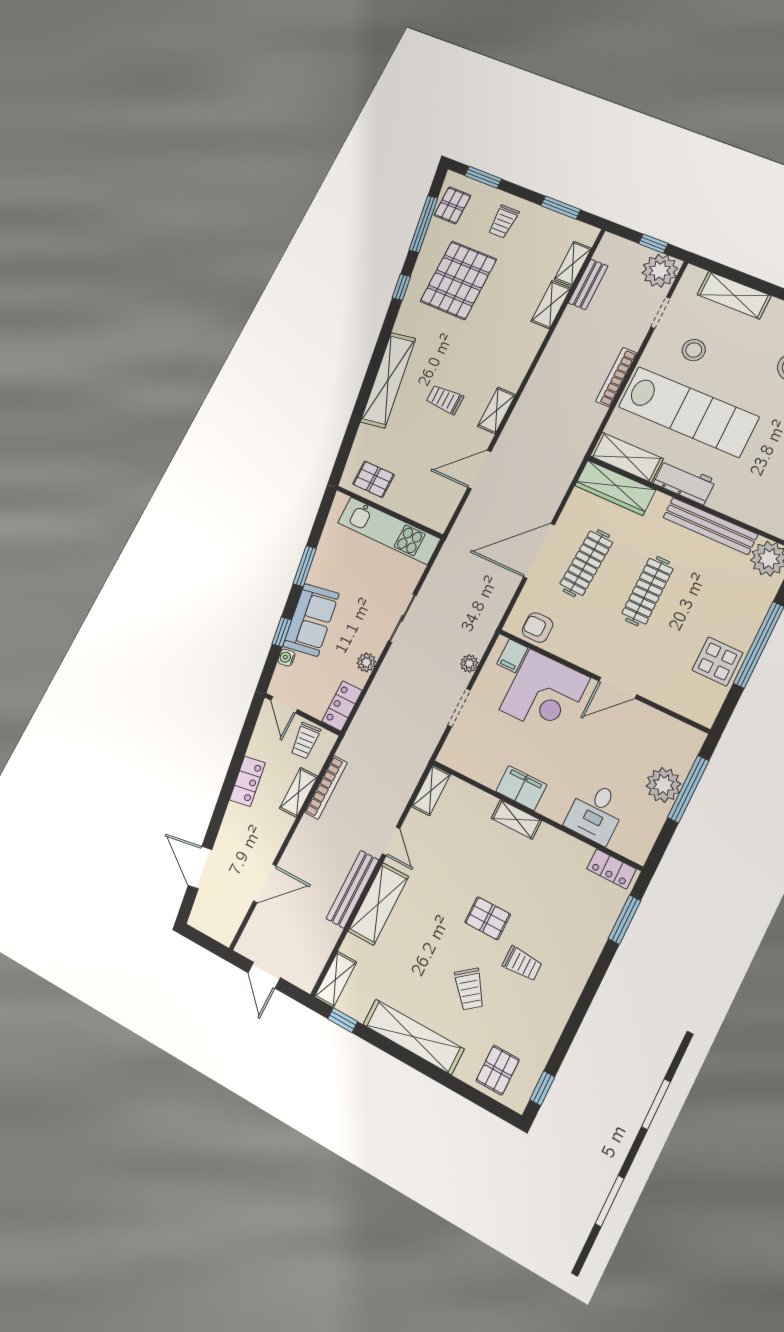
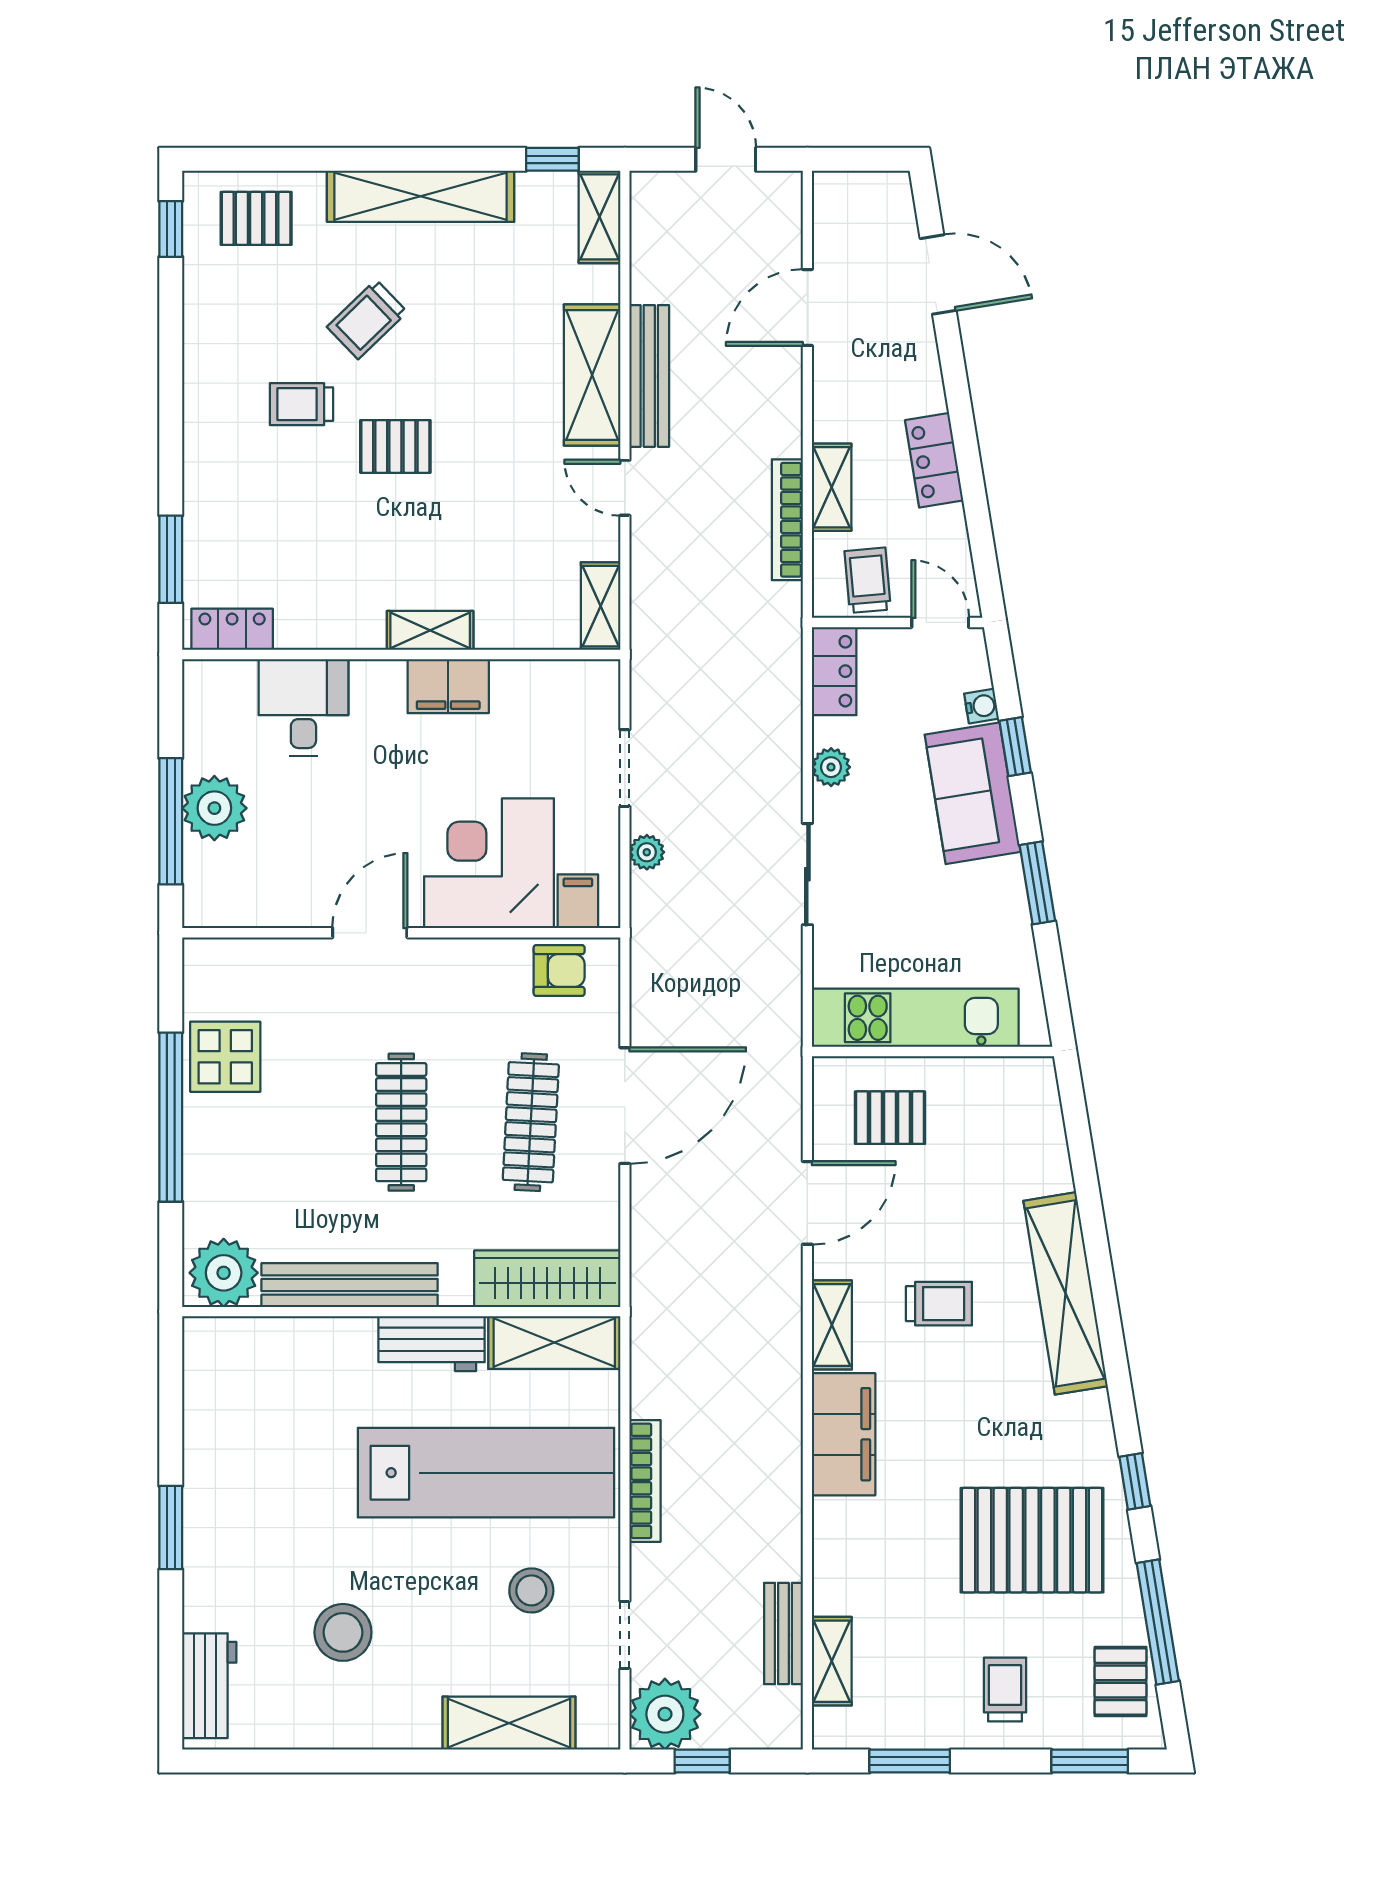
pallet: (458, 280) -> (1032, 1540), turned 90
shelving: (551, 305) -> (833, 1566), removed
filing cabinet: (516, 360) -> (844, 1434), added
lab bench: (688, 412) -> (486, 1473), turned 180
pallet: (373, 479) -> (890, 1118), moved
trolley: (470, 989) -> (367, 319), turned -96
pallet: (498, 1070) -> (256, 218), turned 90

